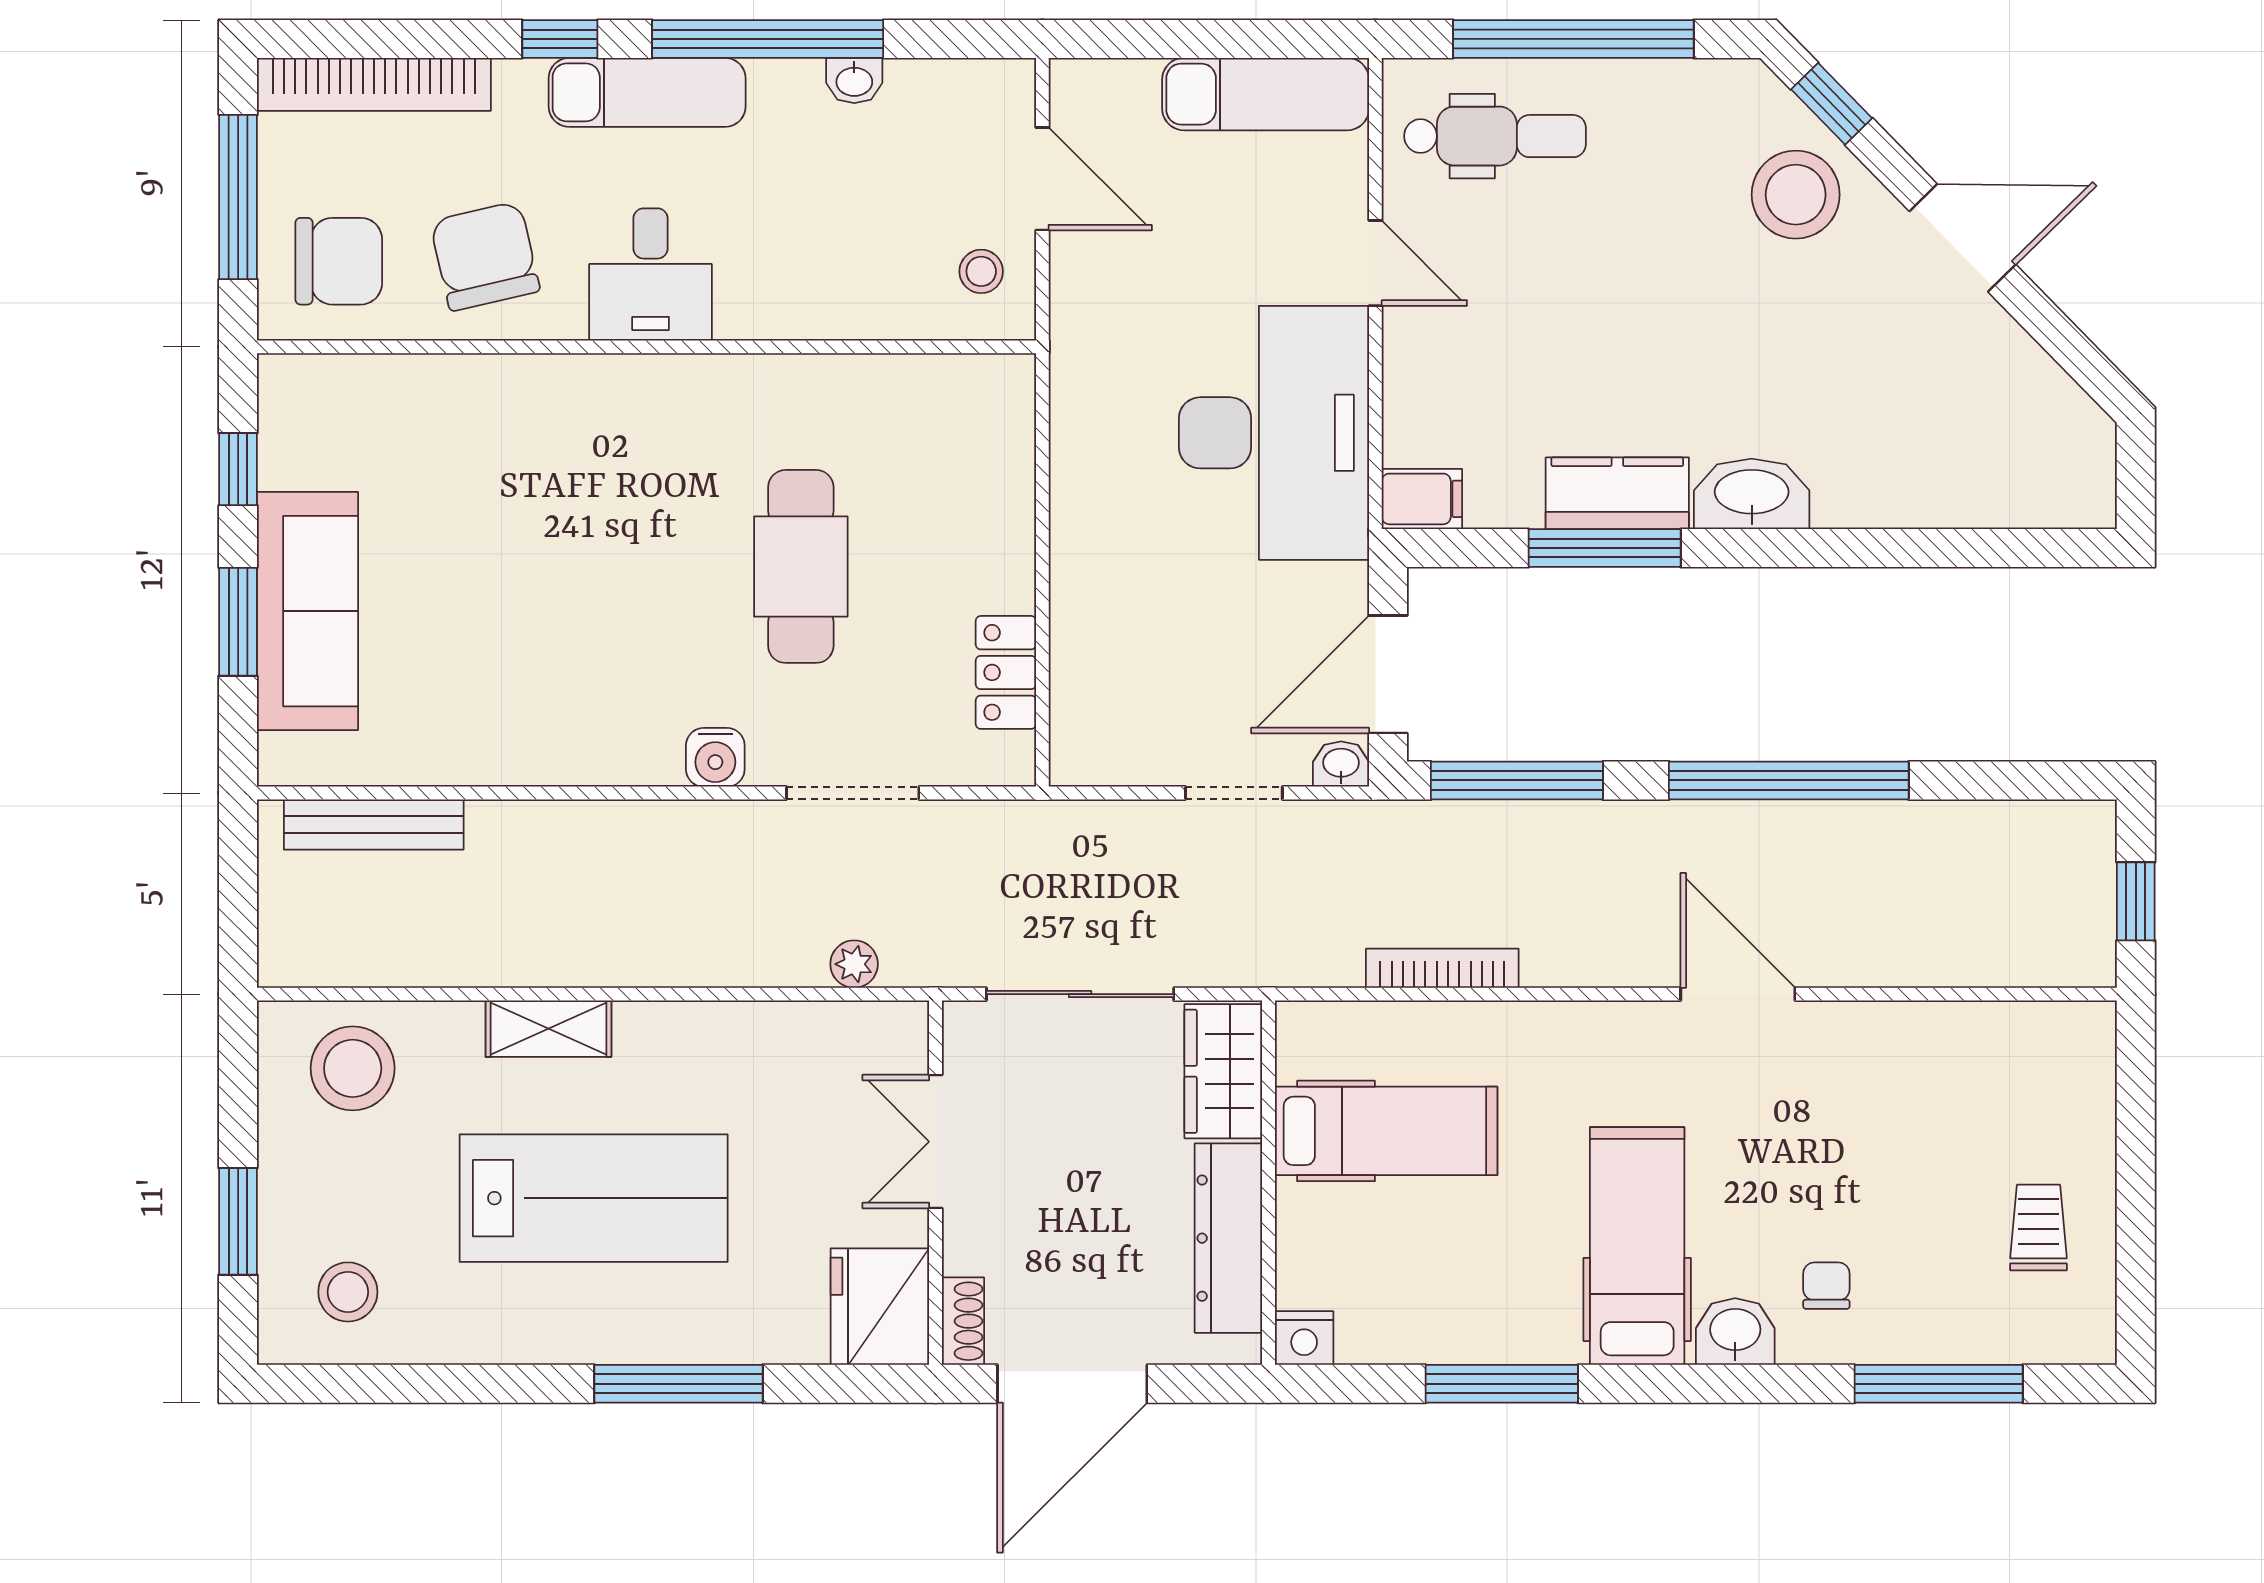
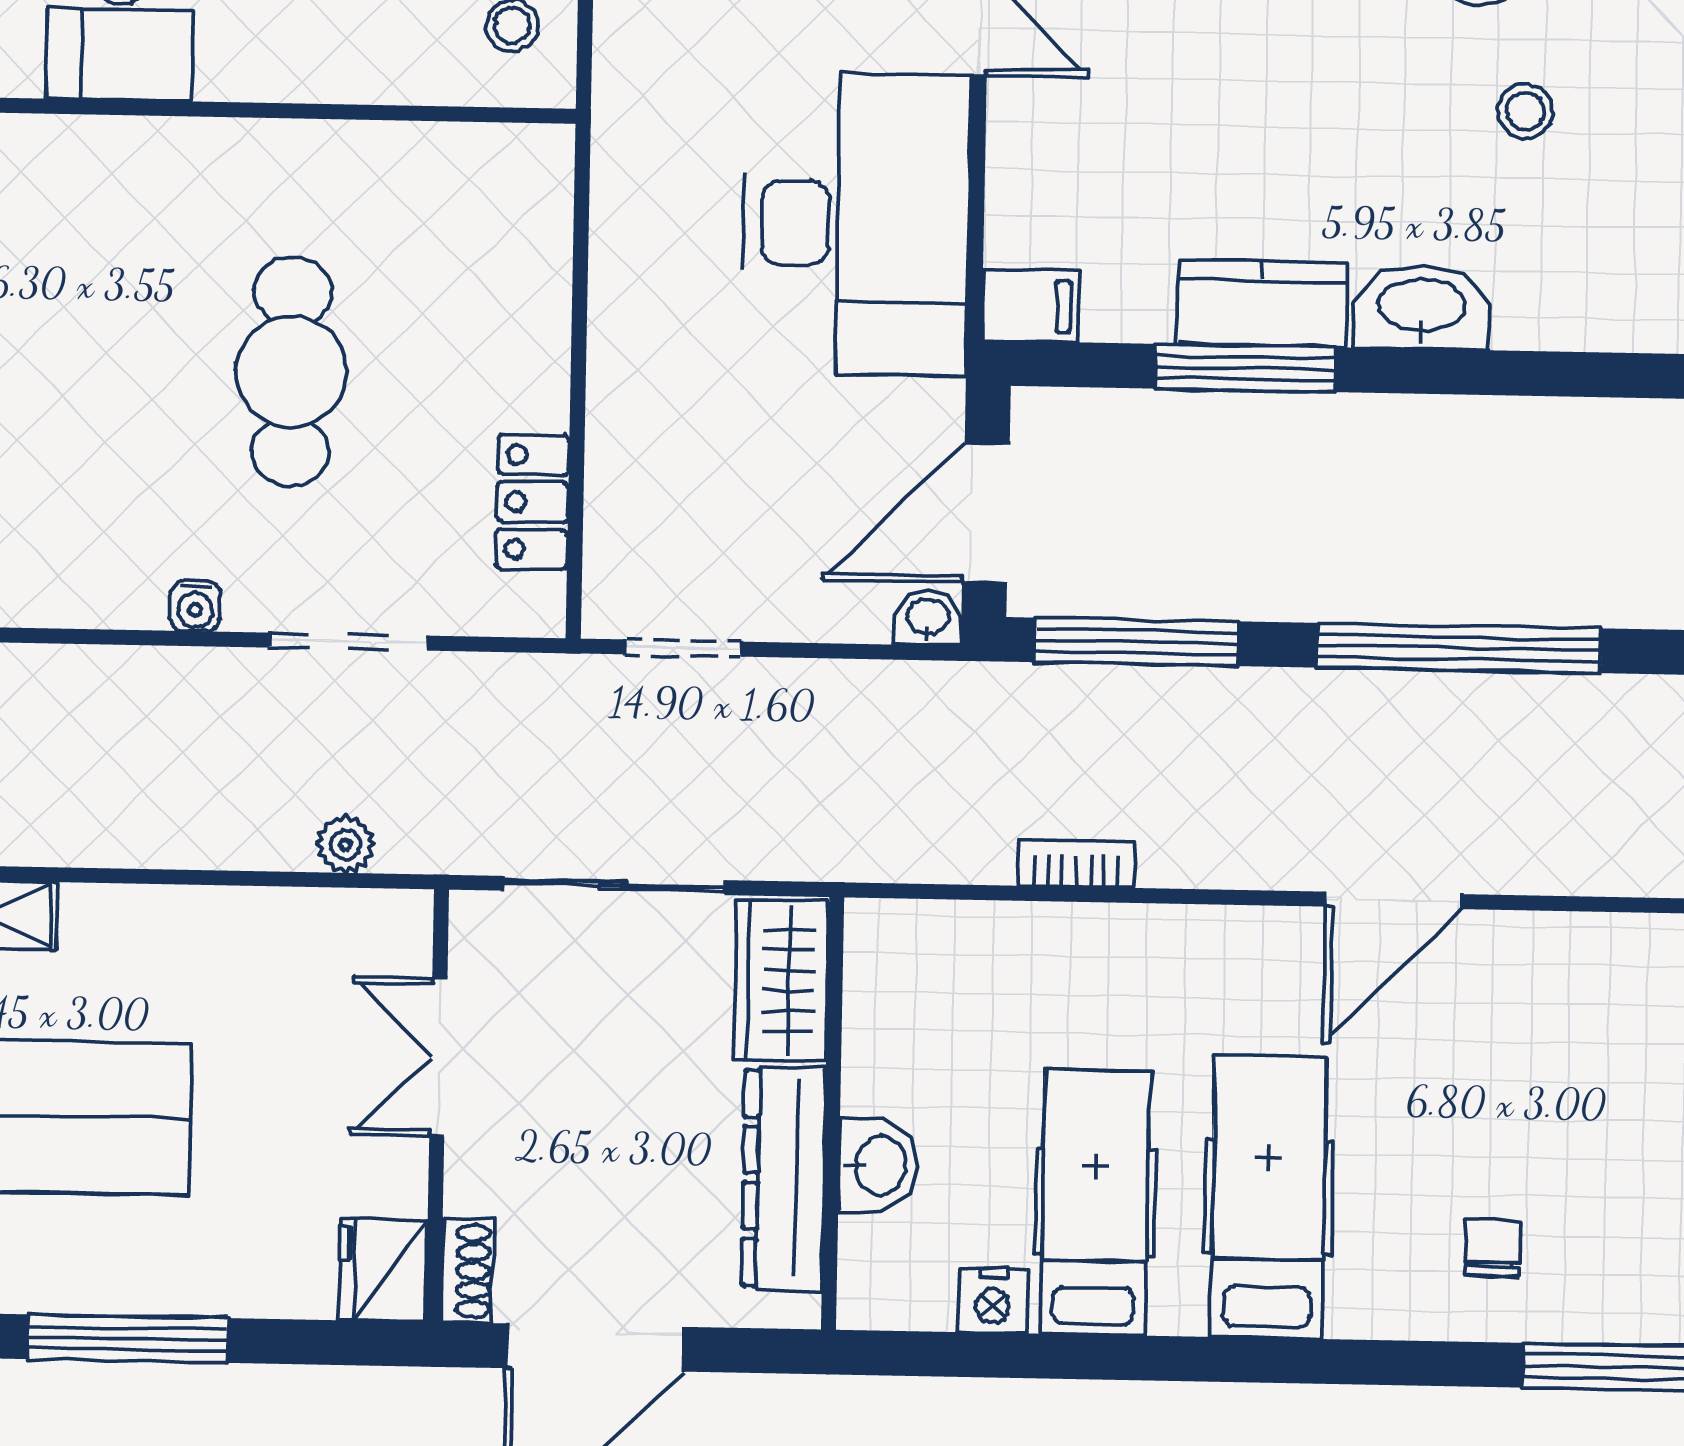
stool: (1836, 327) -> (1526, 111), added
water cooler: (715, 757) -> (195, 606), width x0.72, depth x0.72
doorway: (1234, 793) -> (683, 648), moved
bookcase: (1442, 968) -> (1076, 864), width x0.64
door: (1738, 994) -> (1394, 900), swing flipped
hospital bed: (1386, 1131) -> (1095, 1203), moved, turned -90
fridge: (880, 1307) -> (383, 1270), width x0.73, depth x0.75
washbasin: (1735, 1331) -> (879, 1165), moved, turned 90
nightstand: (1304, 1338) -> (993, 1301), moved
window: (1502, 1384) -> (1105, 1357), removed

